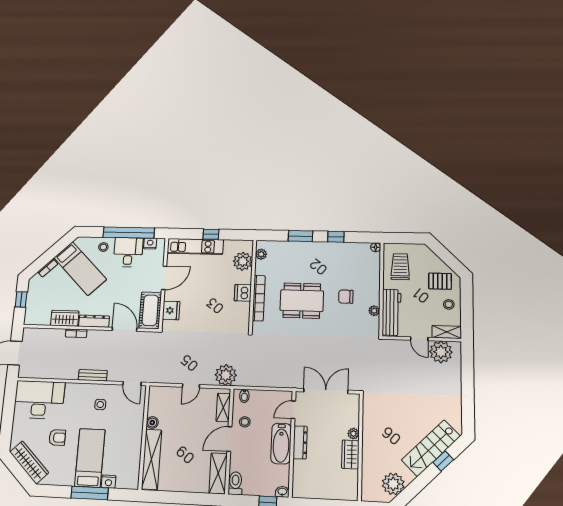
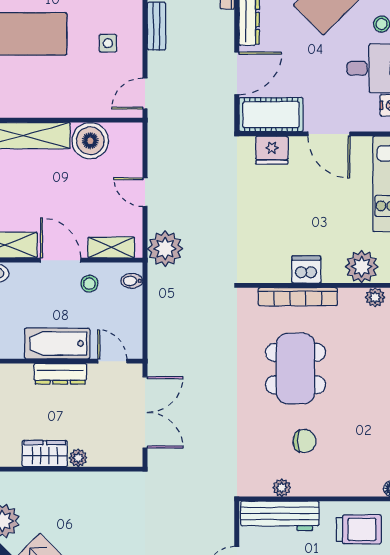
chair: (346, 297) -> (304, 441), turned 90
boiler: (152, 423) -> (90, 141), width x1.86, depth x1.86

